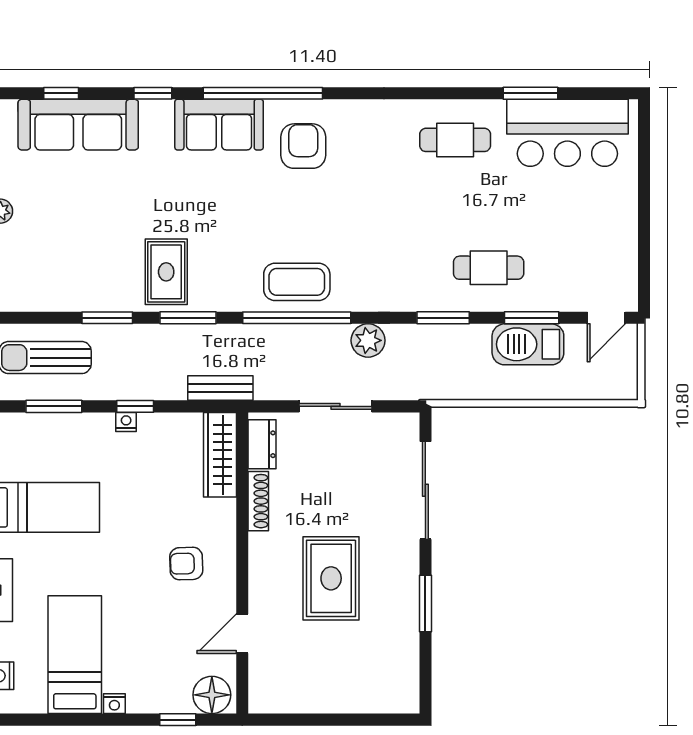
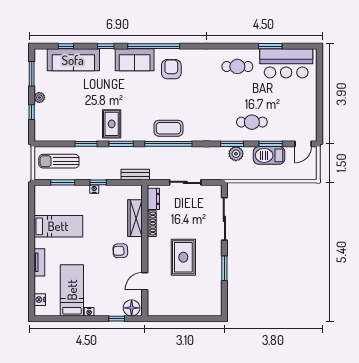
plant: (368, 340) -> (236, 154), moved
wardrobe: (220, 455) -> (135, 218), moved

